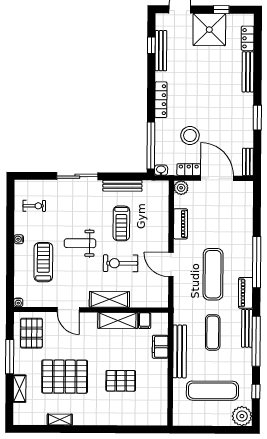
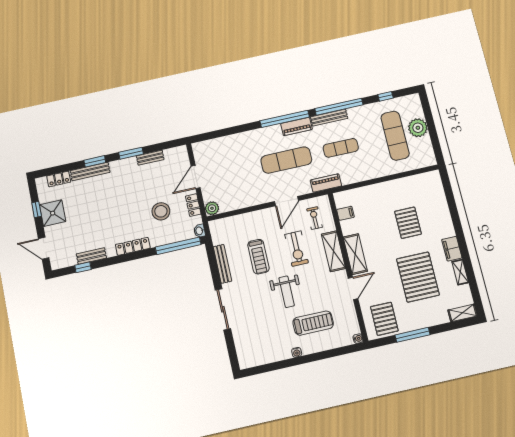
shower: (209, 30) -> (53, 213), width x0.73, depth x0.73
bench: (161, 51) -> (91, 256), width x0.73
window: (258, 79) -> (95, 161), added
bench: (248, 162) -> (150, 158), moved
door: (217, 178) -> (196, 177), width x0.73
exercise bike: (34, 206) -> (315, 218), moved
treadmill: (121, 223) -> (258, 257), turned 90
piano: (181, 224) -> (326, 183), moved
treadmill: (43, 262) -> (313, 323), turned 180
window: (257, 262) -> (285, 119), moved
shelving: (118, 320) -> (355, 254), moved
pallet: (31, 333) -> (384, 319), turned 90
filing cabinet: (160, 347) -> (452, 249), moved, turned 90
bench: (180, 351) -> (366, 174), removed
shelving: (20, 389) -> (463, 313), moved
plant: (242, 416) -> (418, 128), moved

